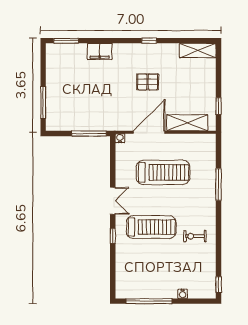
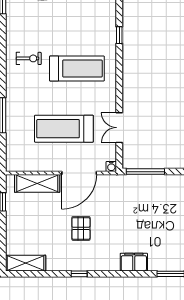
pallet: (148, 82) -> (81, 228), turned 90
double door: (113, 201) -> (119, 128), moved
treadmill: (151, 227) -> (77, 68), turned 180
window: (113, 236) -> (119, 35), moved

